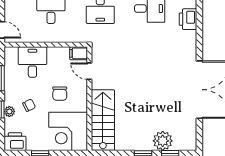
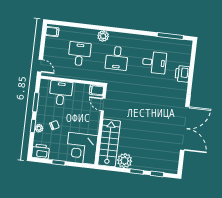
chair: (60, 94) -> (79, 119), removed
plant: (163, 141) -> (125, 161), moved

